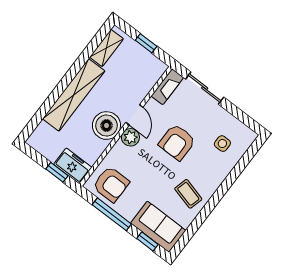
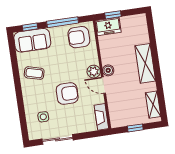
sliding door: (205, 88) -> (58, 139), moved
shelving: (74, 95) -> (145, 63), width x0.68
boiler: (106, 126) -> (108, 70), width x0.54, depth x0.54
armchair: (177, 142) -> (67, 94), turned 90

